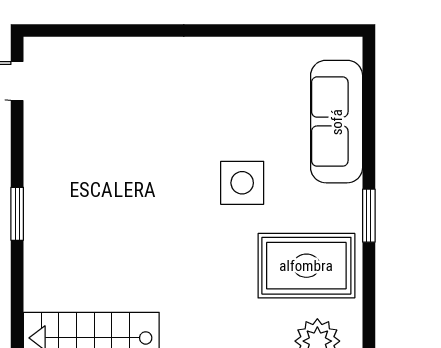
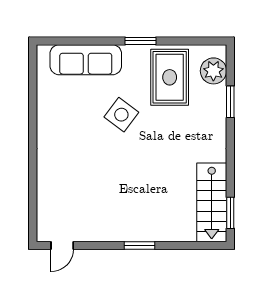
side table: (242, 183) -> (121, 115), turned 37

